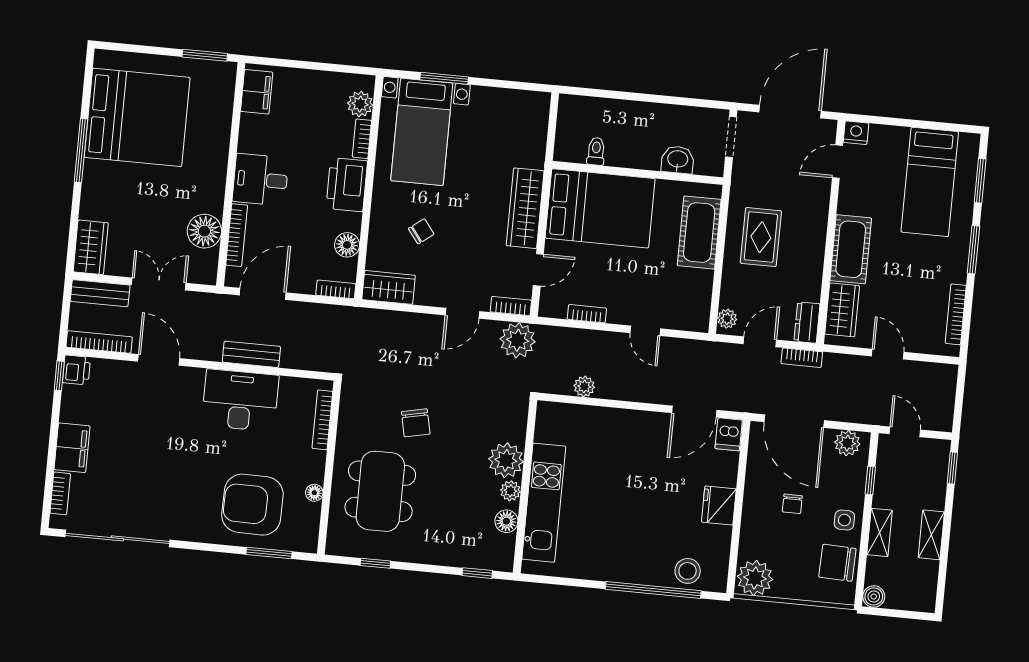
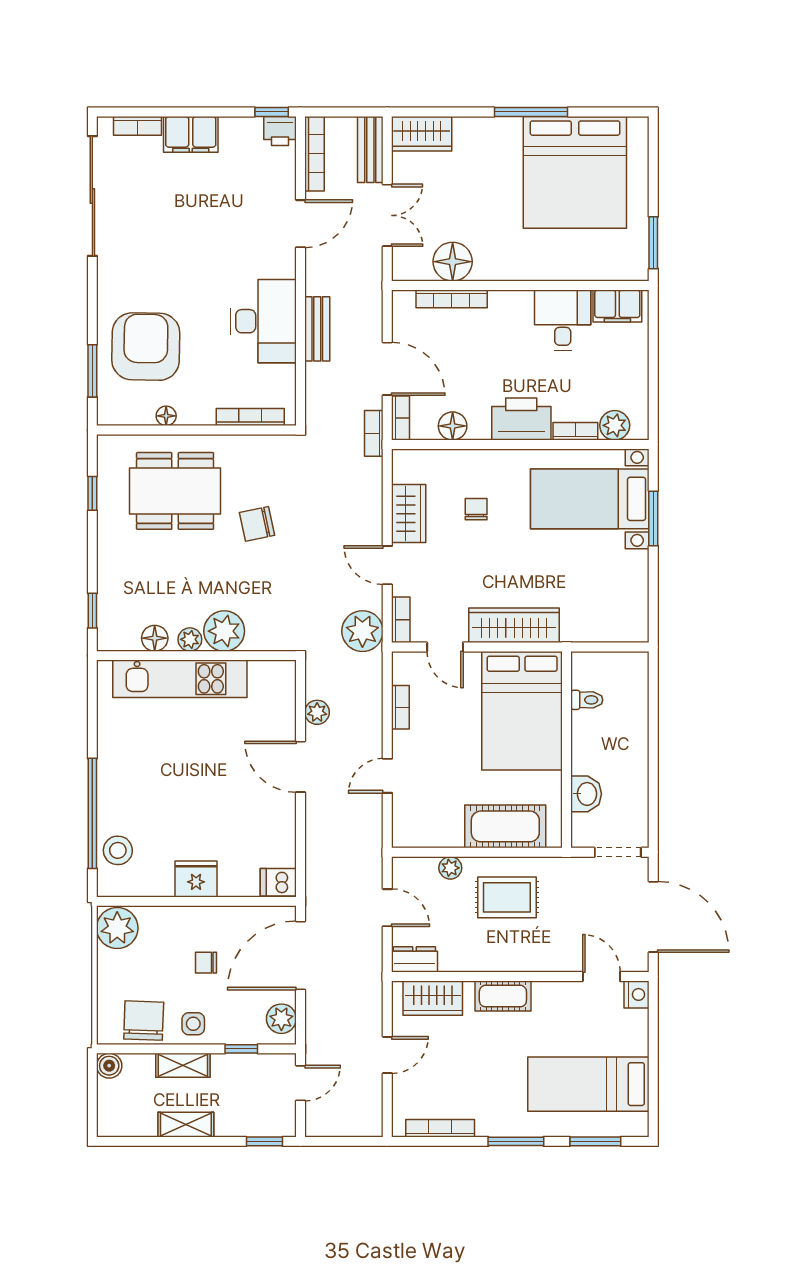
desk: (260, 180) -> (563, 320), moved
chair: (421, 231) -> (476, 509), turned -143
cot: (851, 249) -> (503, 996), width x0.73, depth x0.75
wardrobe: (389, 287) -> (409, 514), moved
door: (263, 294) -> (387, 369), moved
plant: (727, 319) -> (450, 868), moved
bookcase: (802, 358) -> (374, 433), moved
door: (694, 412) -> (301, 767), moved

